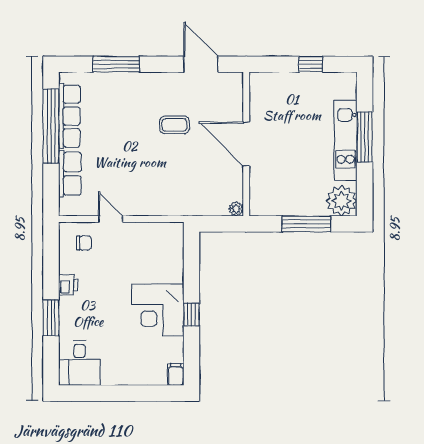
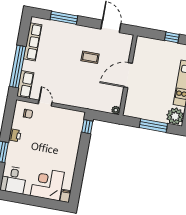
window: (51, 126) -> (18, 66), moved
door: (246, 144) -> (128, 75), hinge flipped
row of seats: (70, 174) -> (25, 84), moved
corner desk: (158, 310) -> (47, 184), moved, turned 90
window: (191, 314) -> (87, 127), moved

